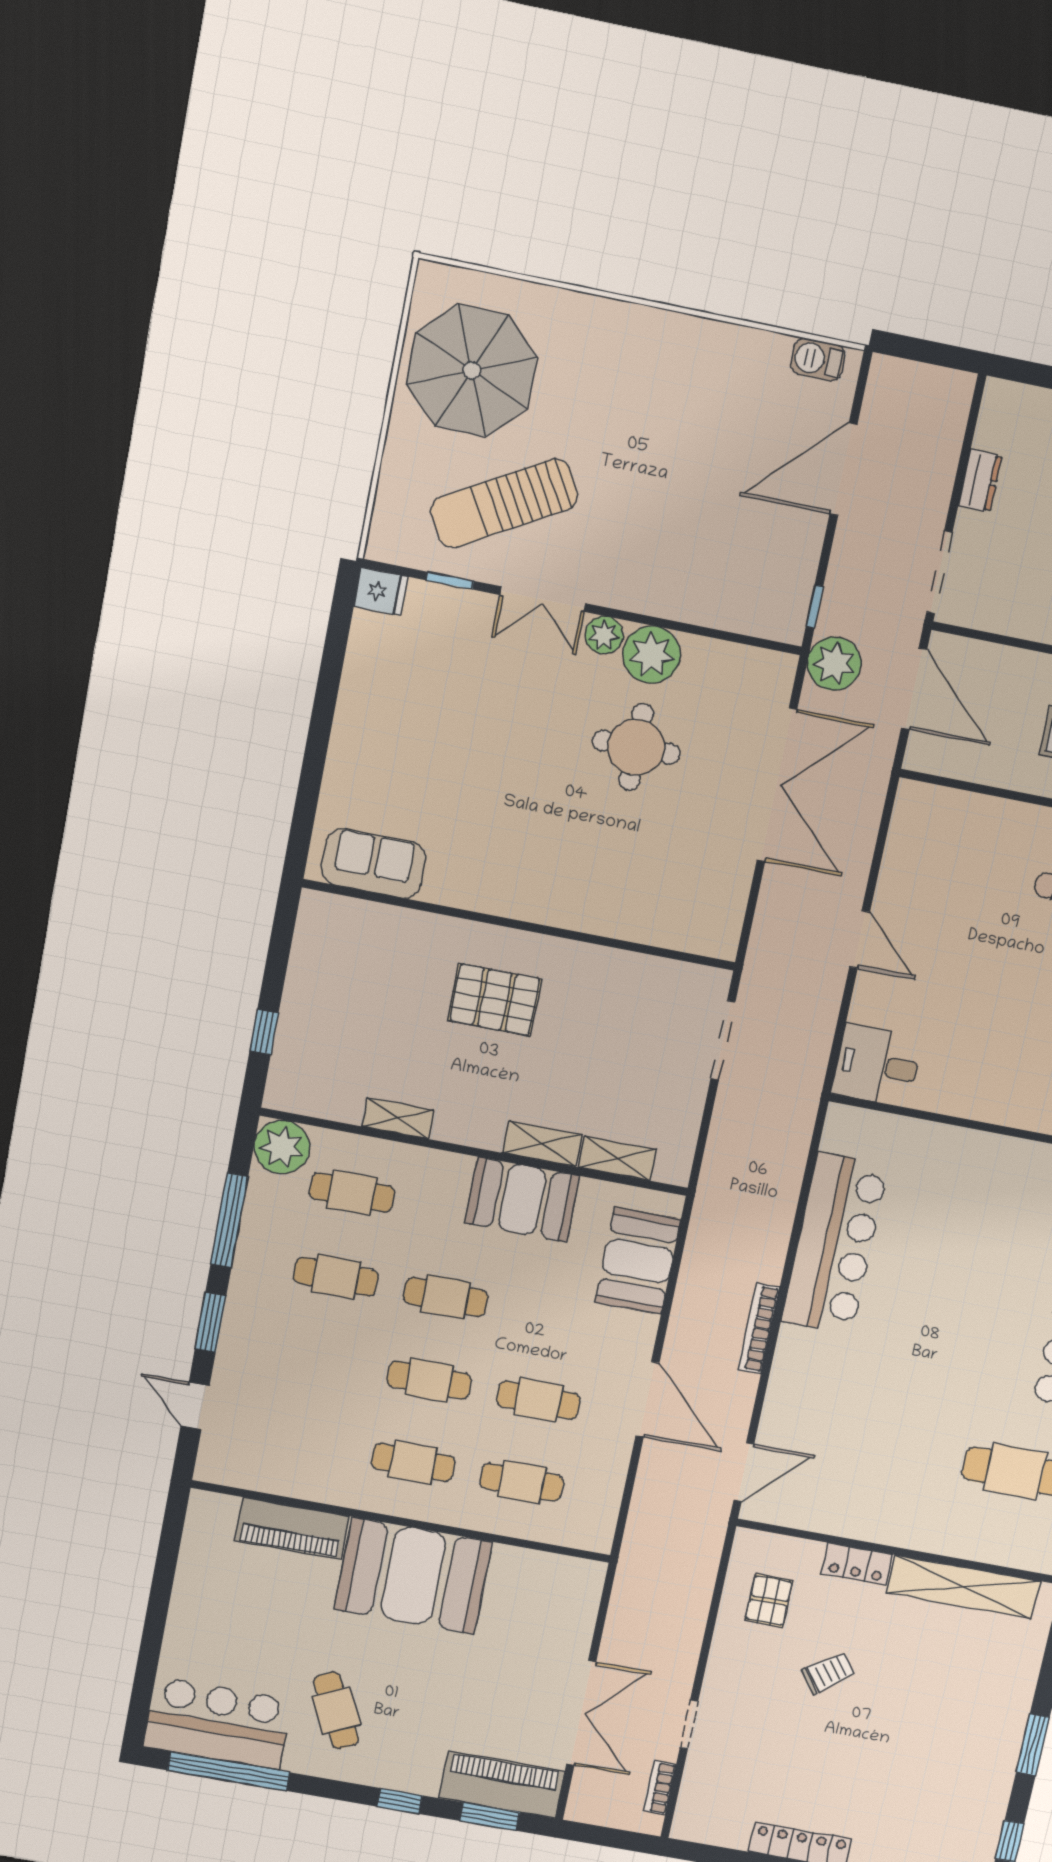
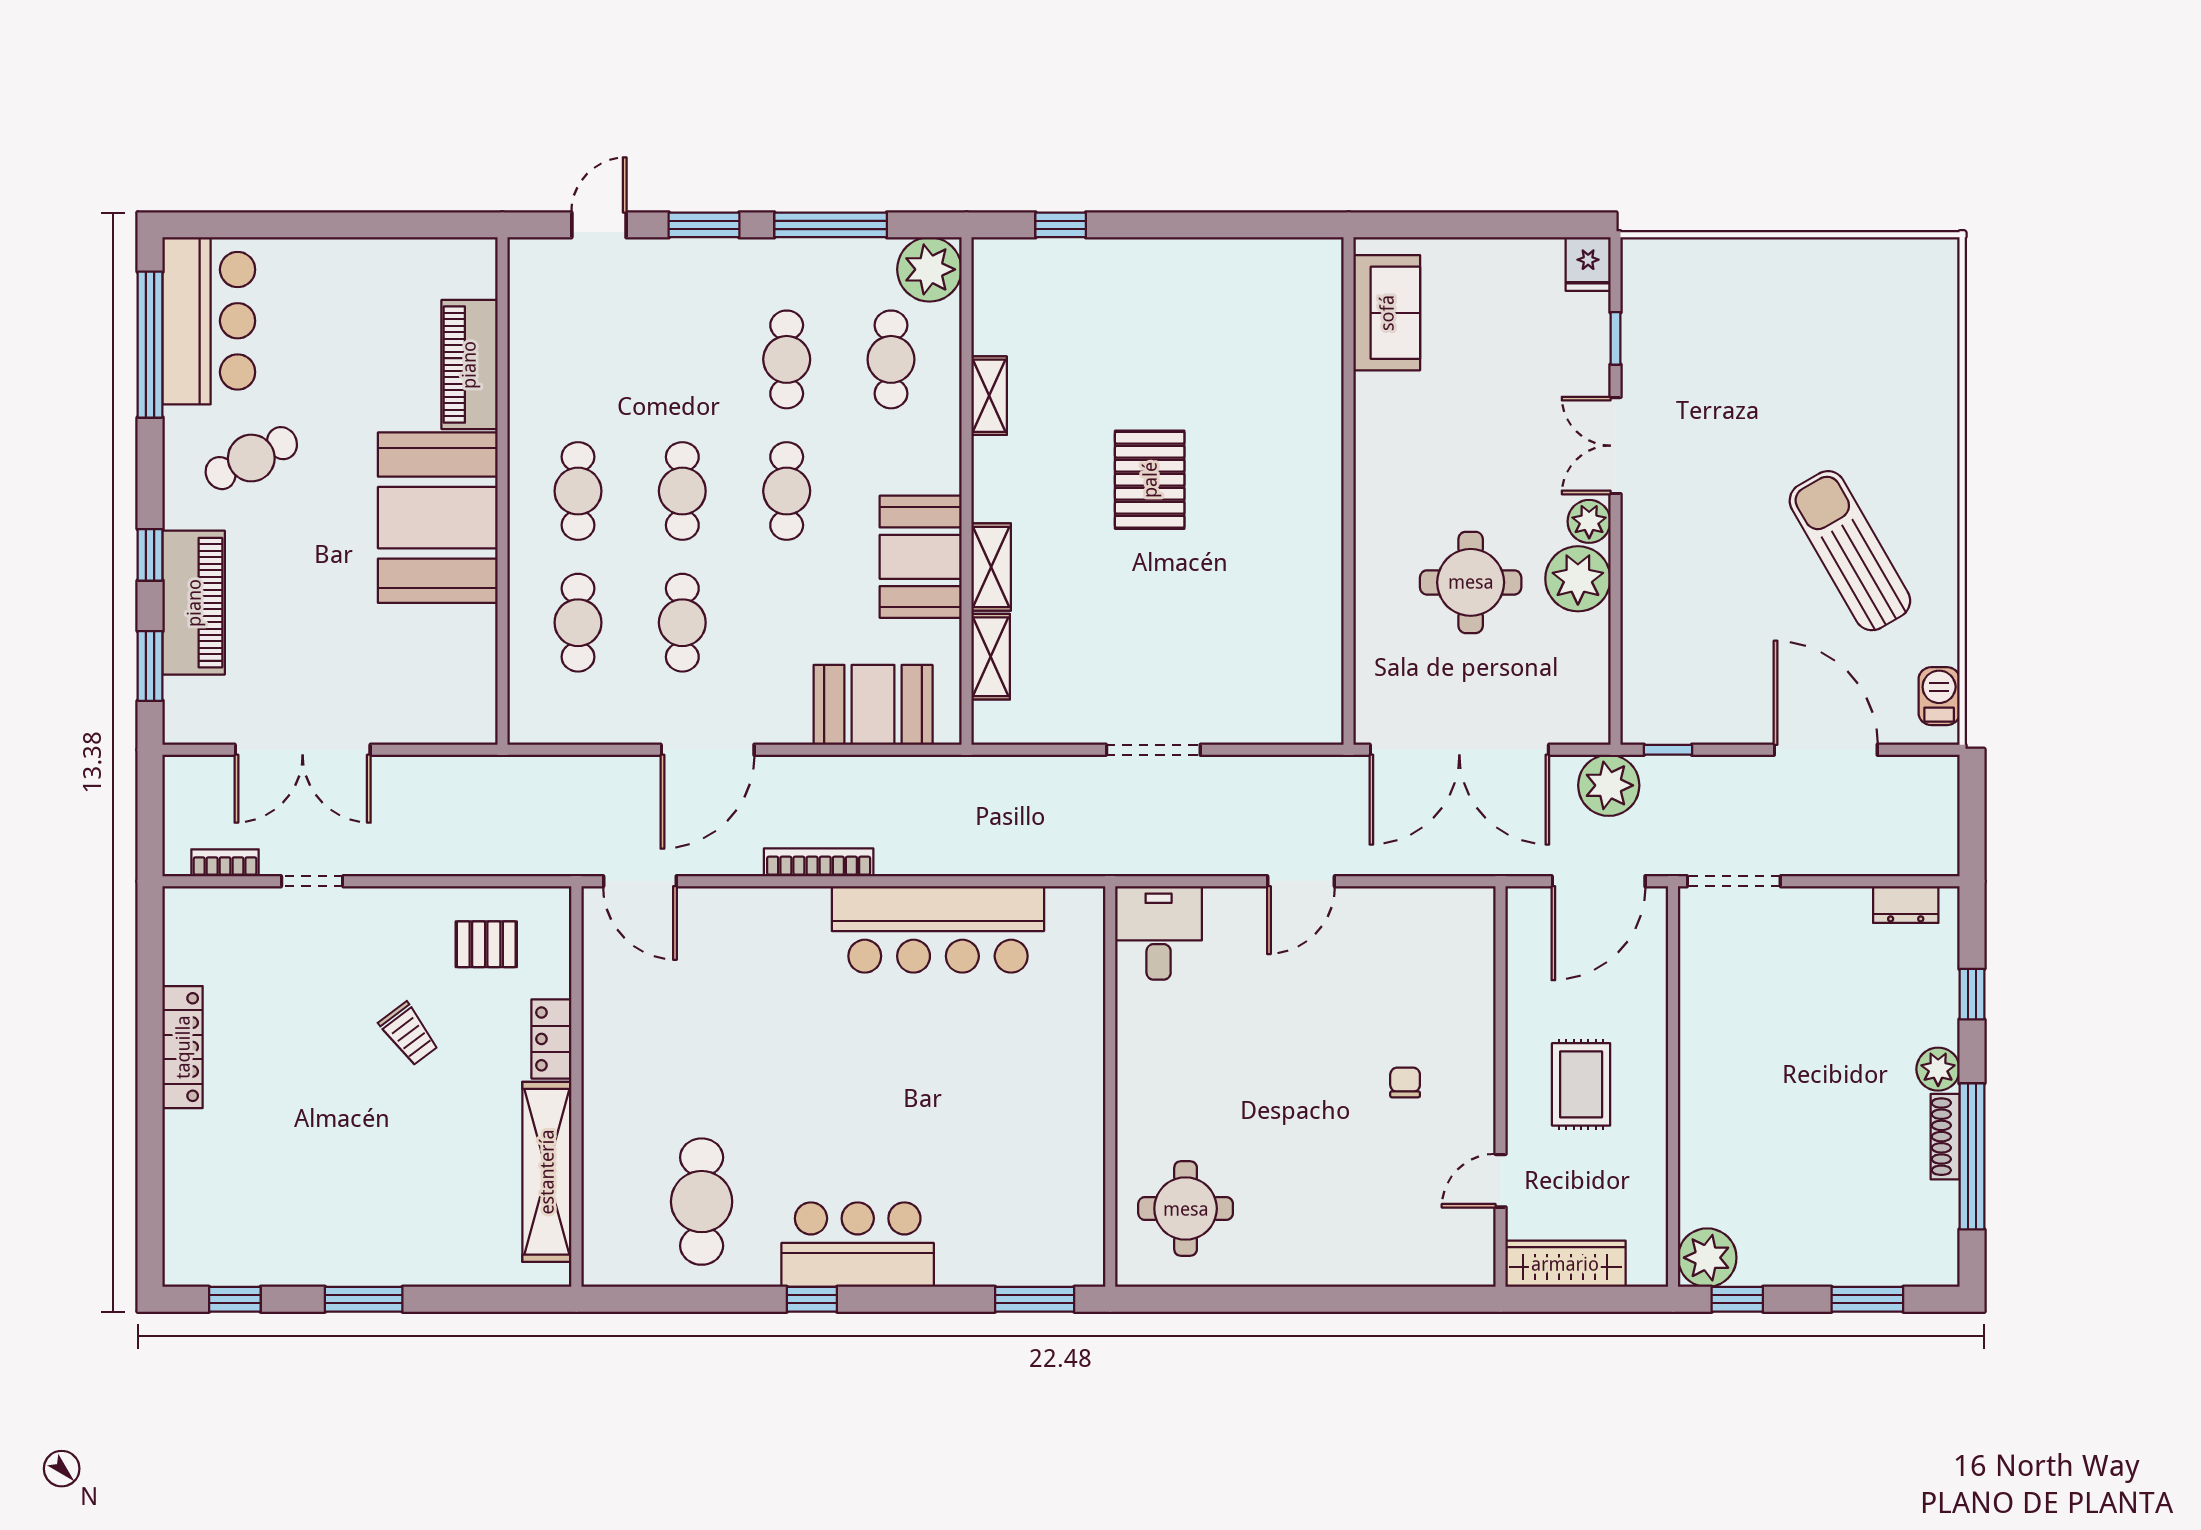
parasol: (472, 371) -> (1850, 319), removed
dresser: (980, 481) -> (1906, 905), moved
sun lounger: (504, 503) -> (1850, 551), moved
sofa: (373, 863) -> (1387, 313), moved
wall: (519, 925) -> (1348, 491), moved
piano: (502, 1785) -> (194, 603), moved

